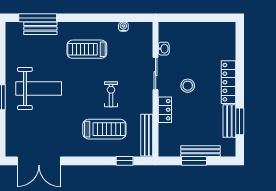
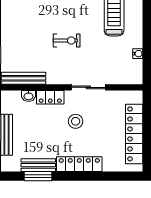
locker: (200, 30) -> (134, 134), added
washbasin: (164, 49) -> (29, 96), moved
treadmill: (104, 129) -> (30, 34), removed

